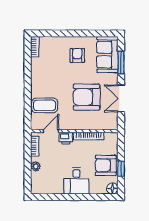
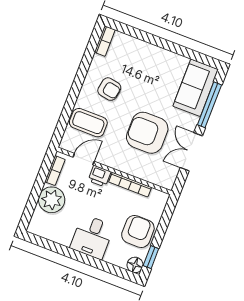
armchair: (77, 55) -> (109, 89), moved, turned 100
window: (121, 62) -> (209, 105), width x1.44
armchair: (106, 165) -> (138, 231), turned 90
plant: (36, 166) -> (52, 200), width x1.87, depth x1.87
window: (121, 169) -> (151, 257), moved

